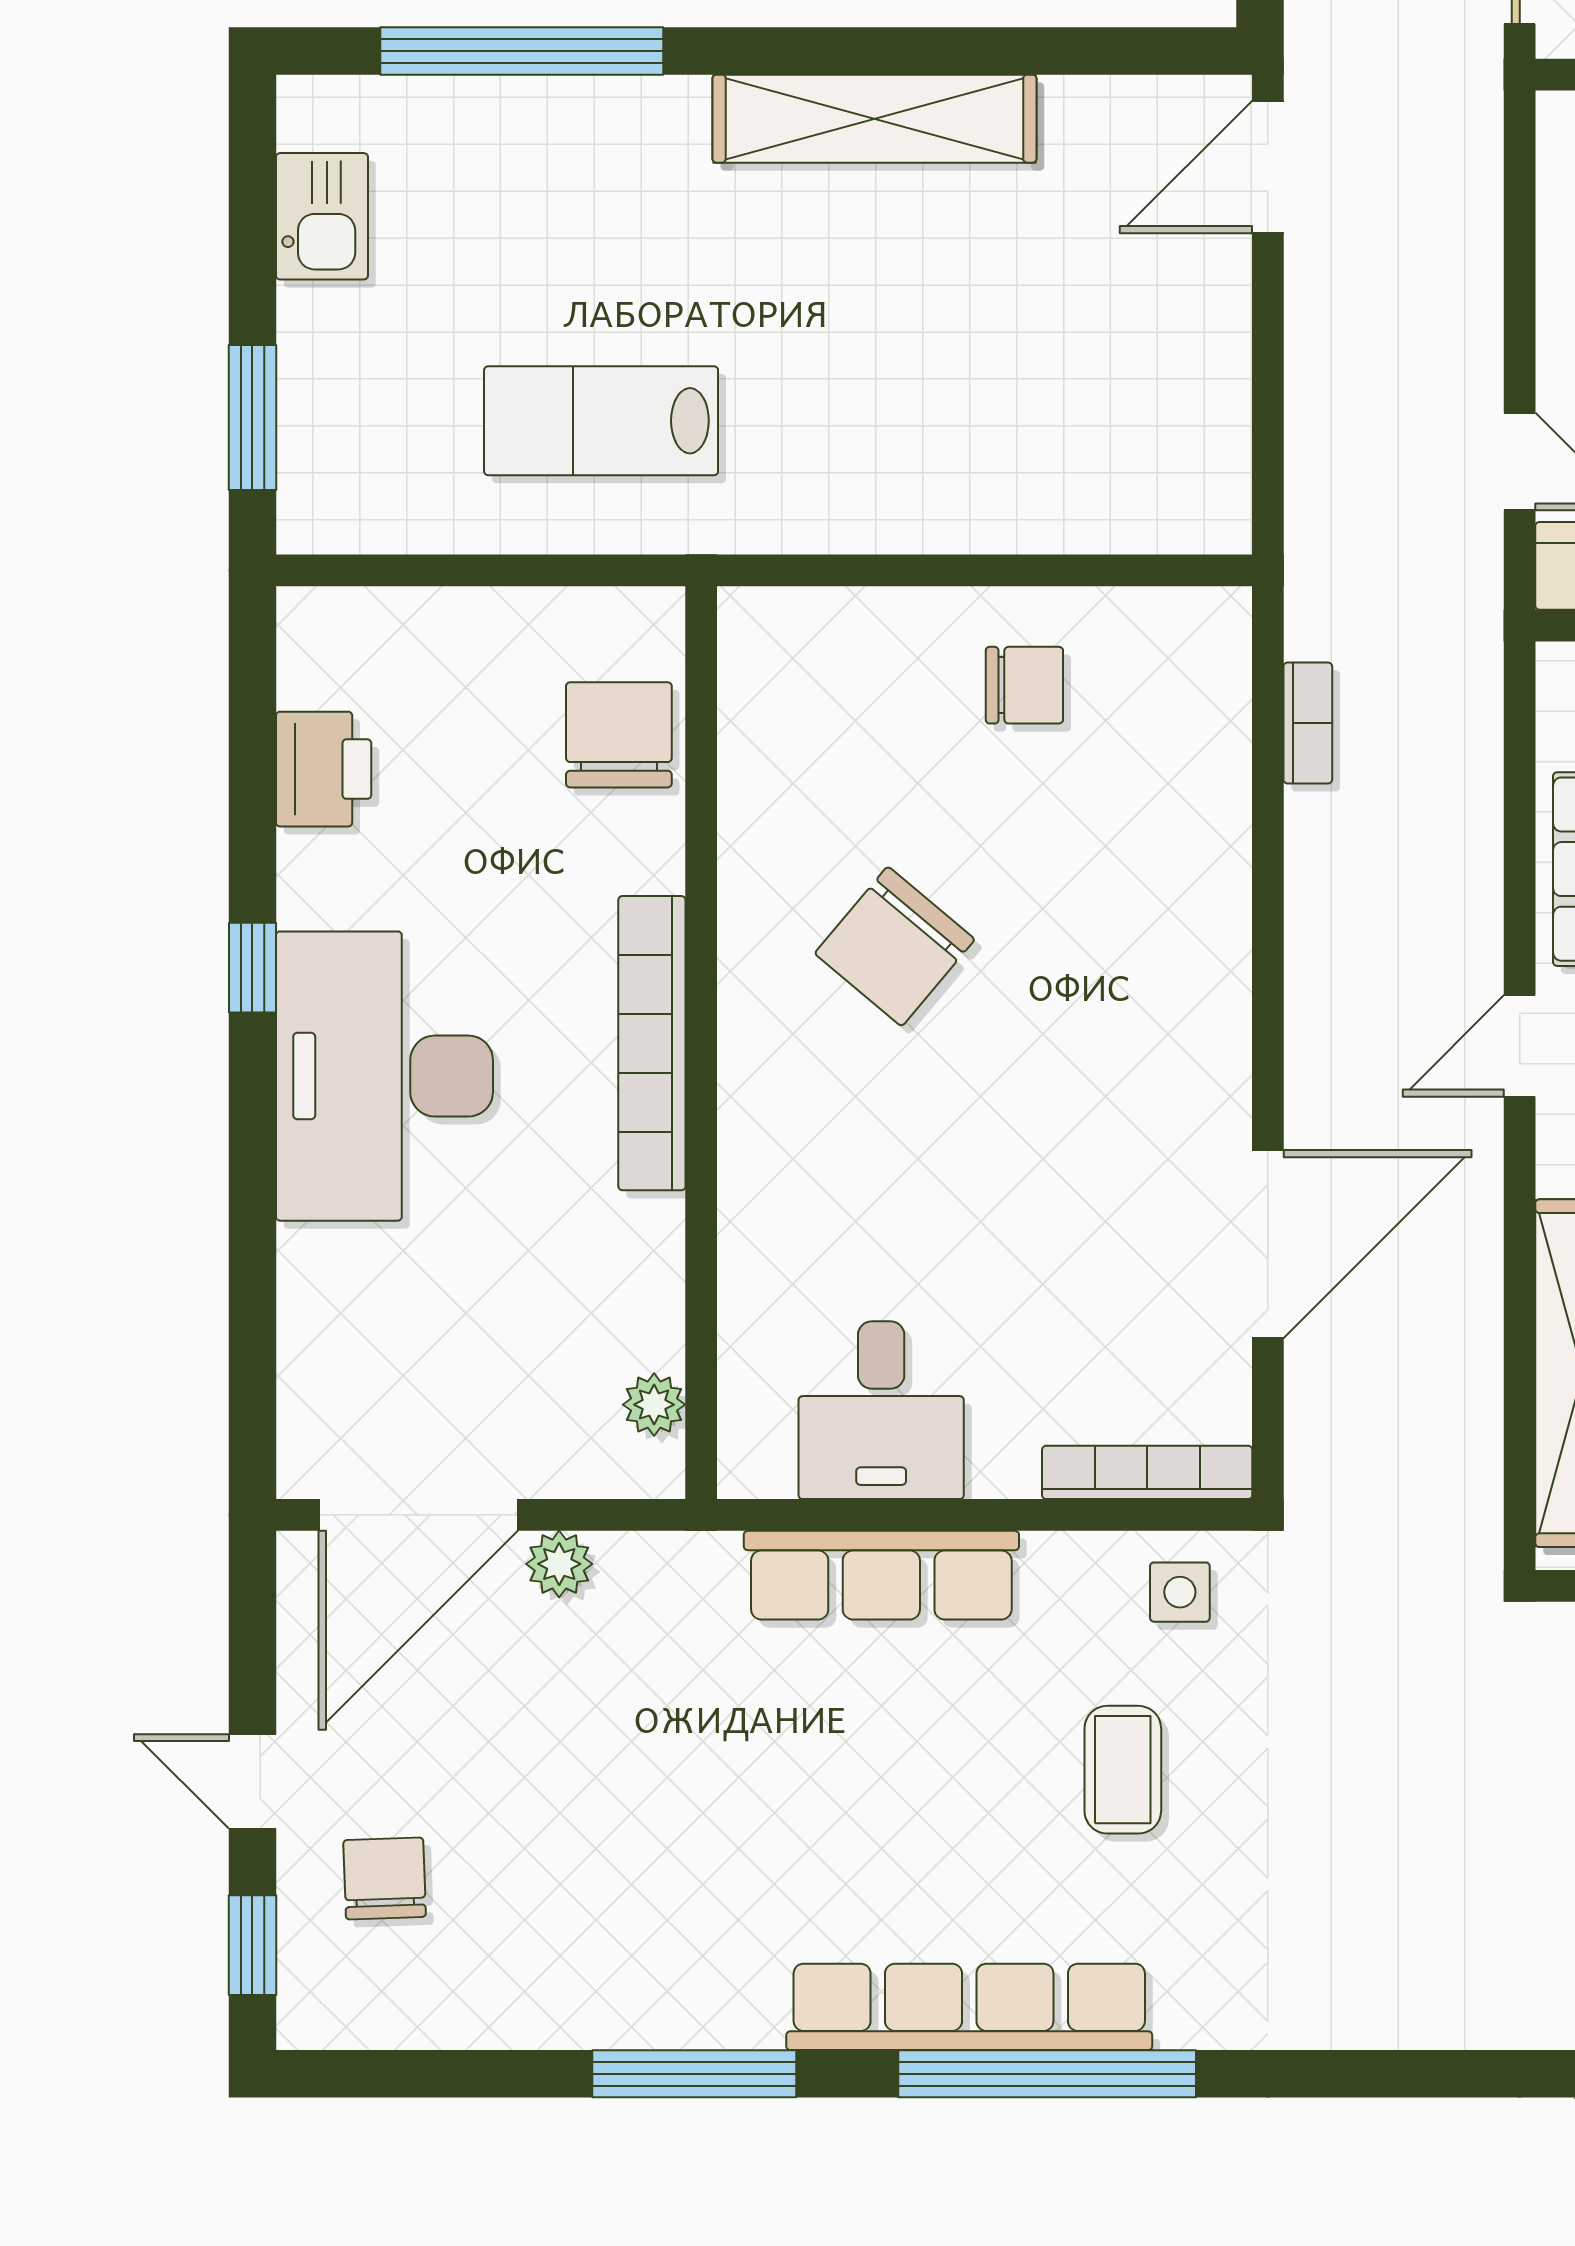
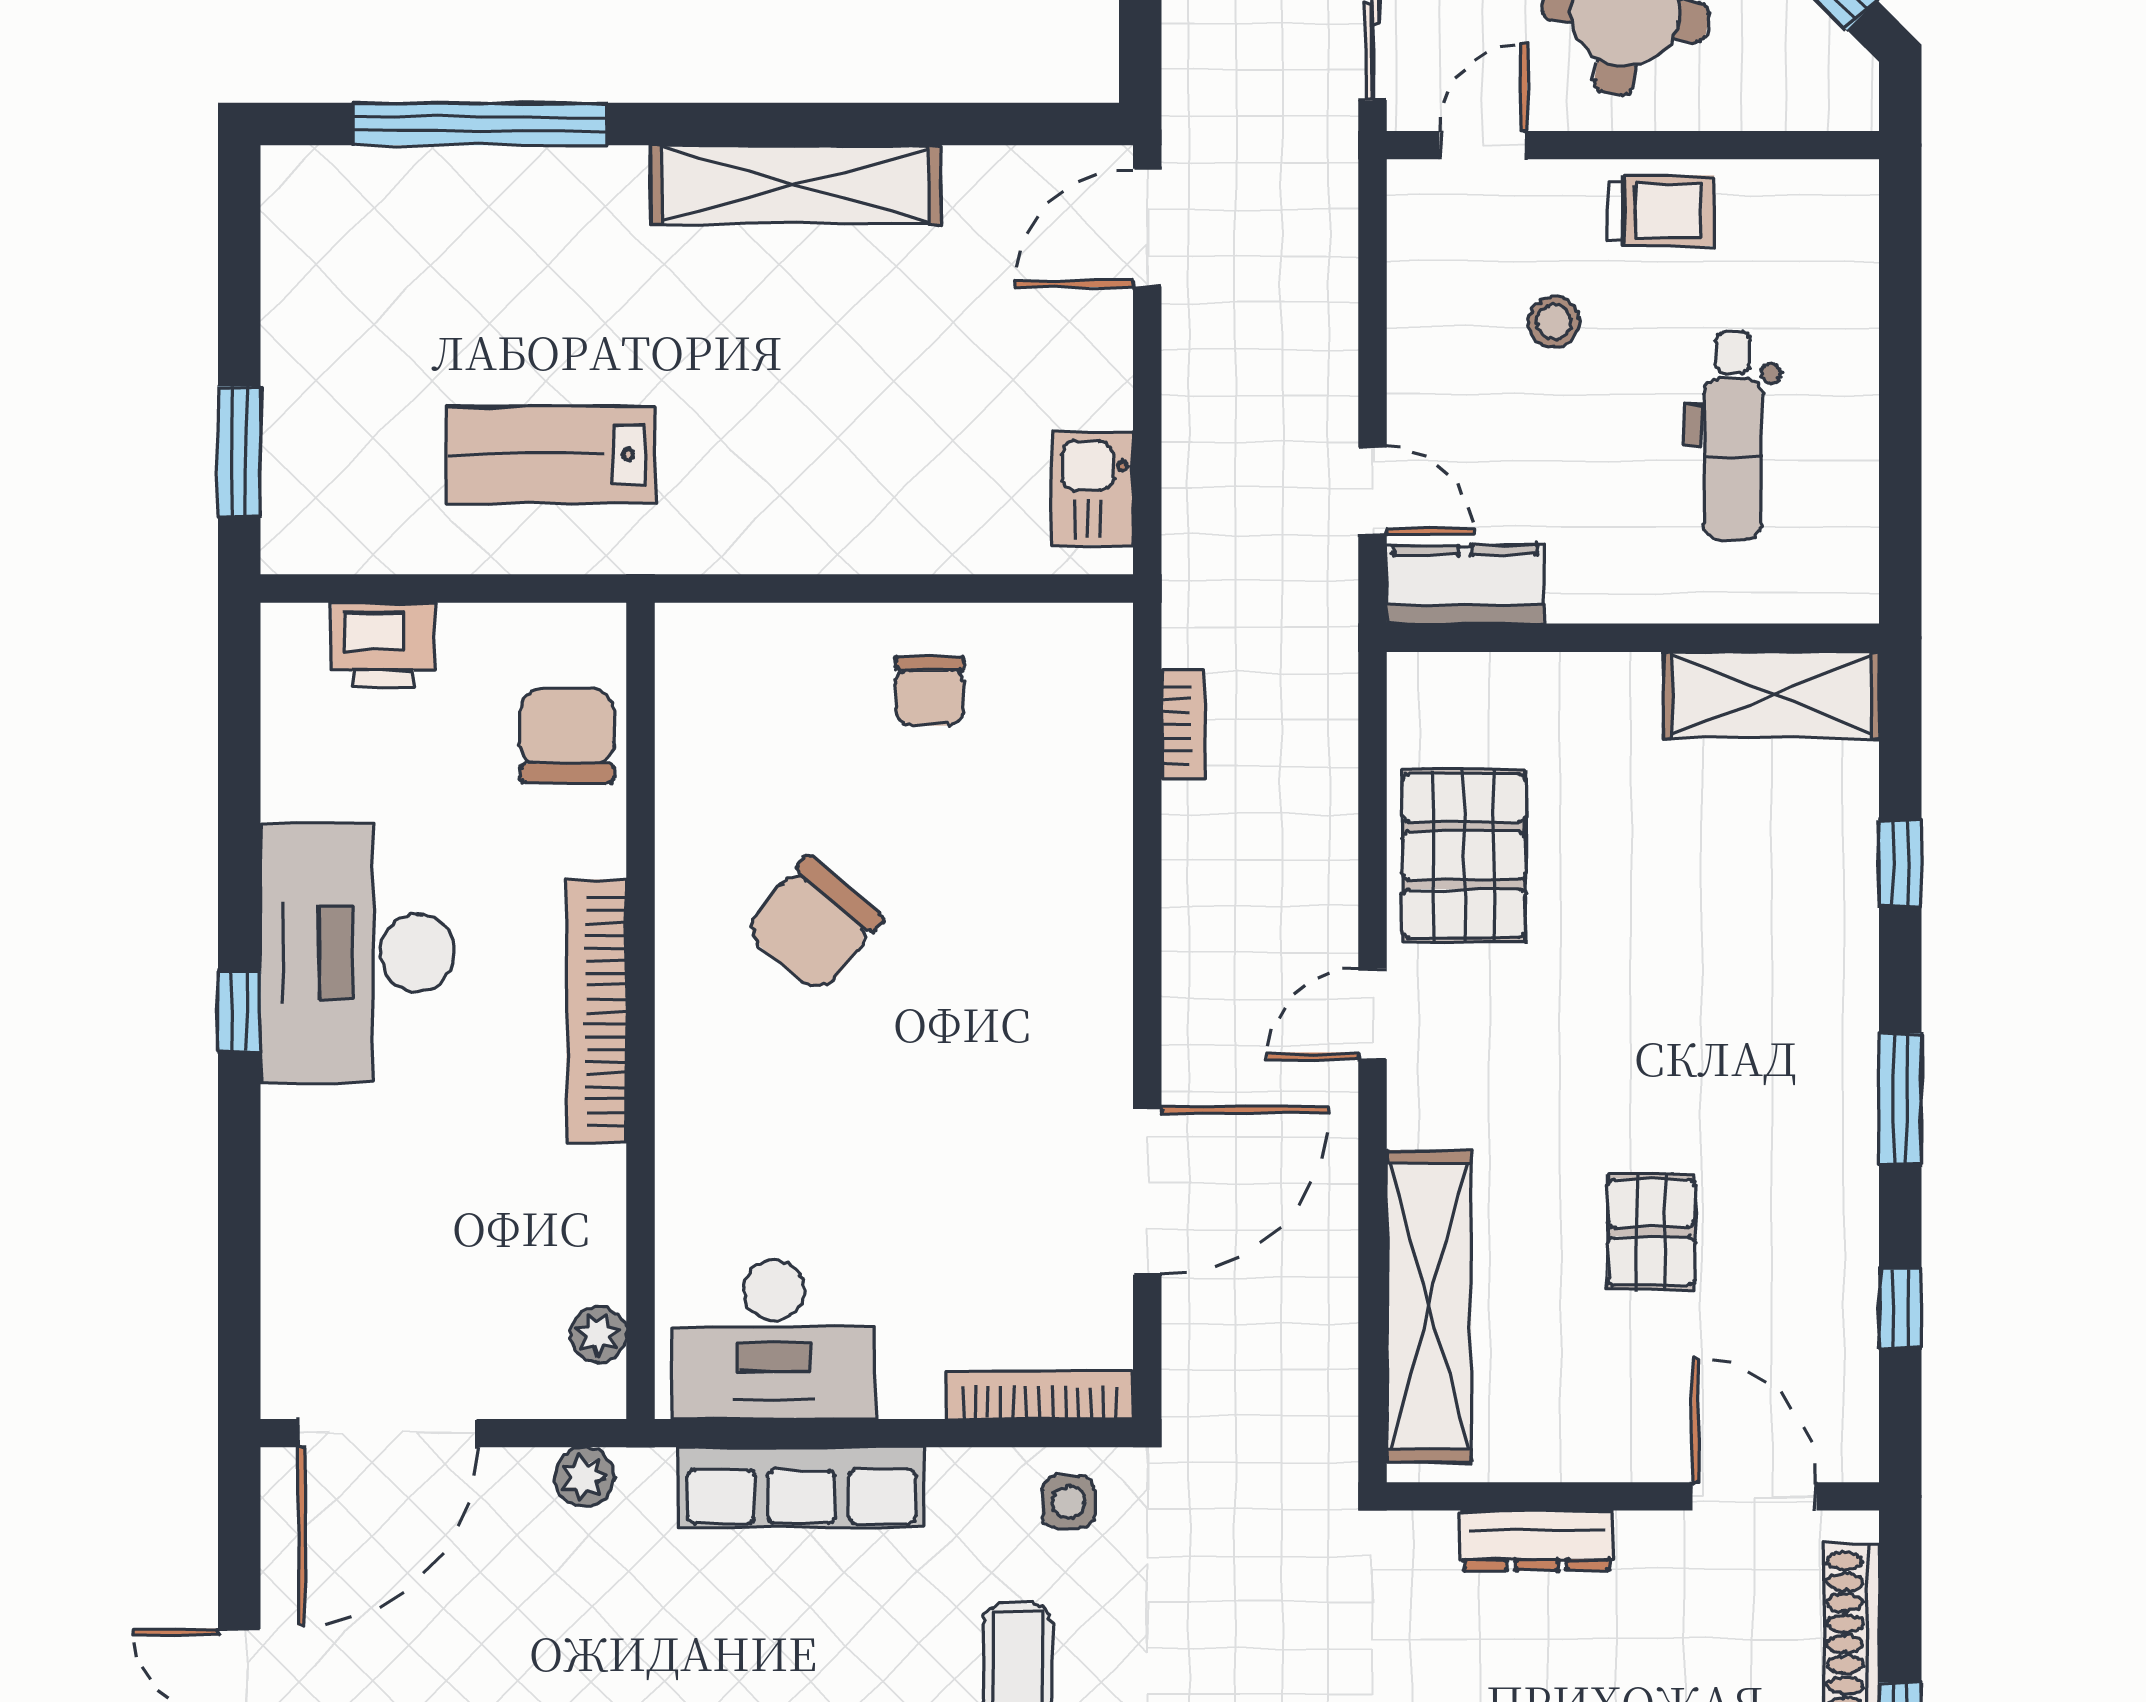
kitchen sink: (322, 216) -> (1092, 488), moved, turned 180
chair: (1024, 685) -> (930, 691), turned 90
printer: (324, 769) -> (383, 645), moved, turned 90
window: (252, 968) -> (239, 1011), moved
desk: (384, 1076) -> (357, 953), moved
desk: (881, 1410) -> (774, 1339), width x1.37
plant: (559, 1564) -> (584, 1477), moved

